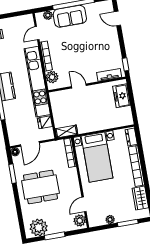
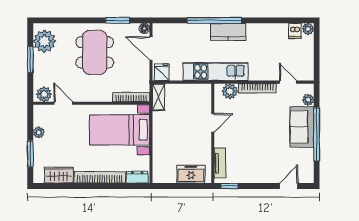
kitchen unit: (37, 82) -> (216, 72), width x0.73
fridge: (45, 122) -> (162, 72), moved

